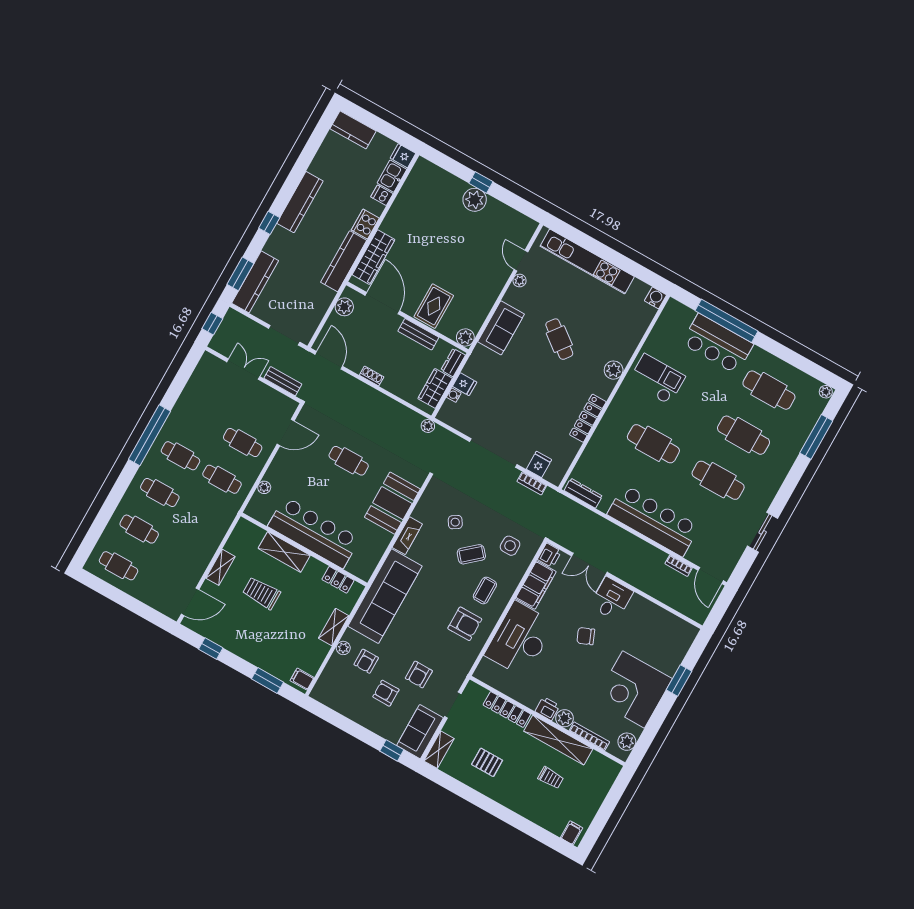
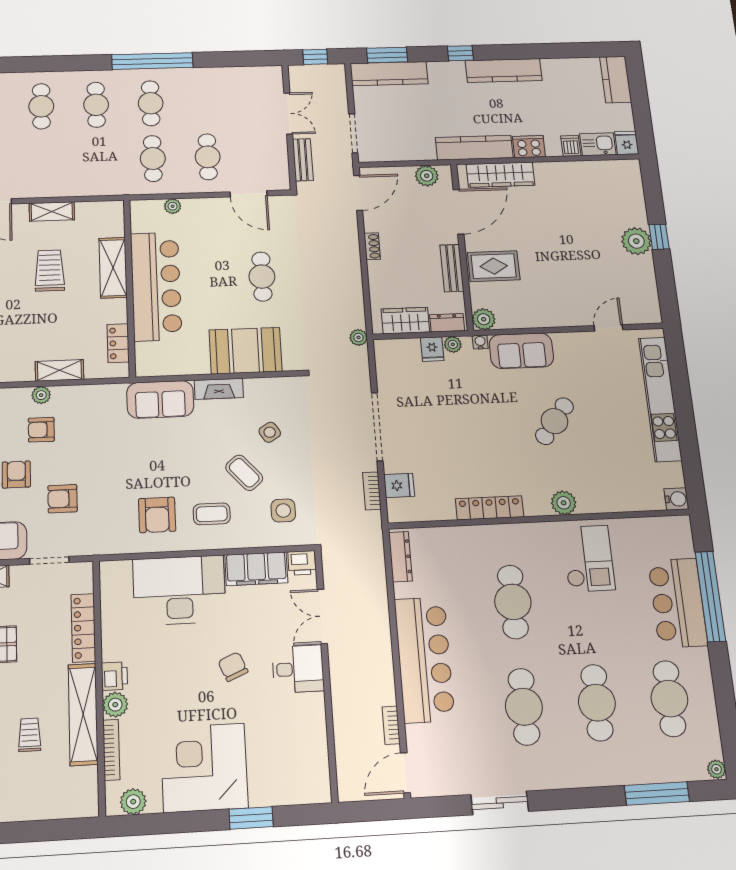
plant: (519, 281) -> (453, 344), moved
water cooler: (454, 395) -> (480, 342), moved
sofa: (385, 596) -> (160, 399), width x0.54, depth x0.79
trolley: (551, 778) -> (30, 735), turned 180

